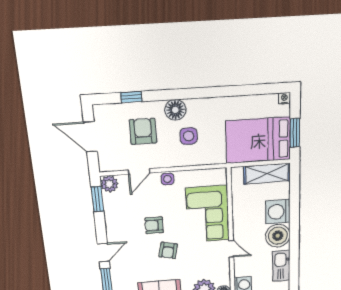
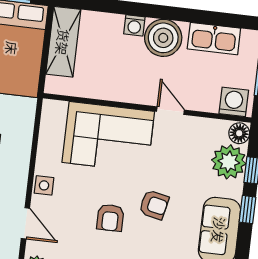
washing machine: (278, 212) -> (134, 25), width x0.53, depth x0.53
door: (231, 249) -> (170, 111), hinge flipped

